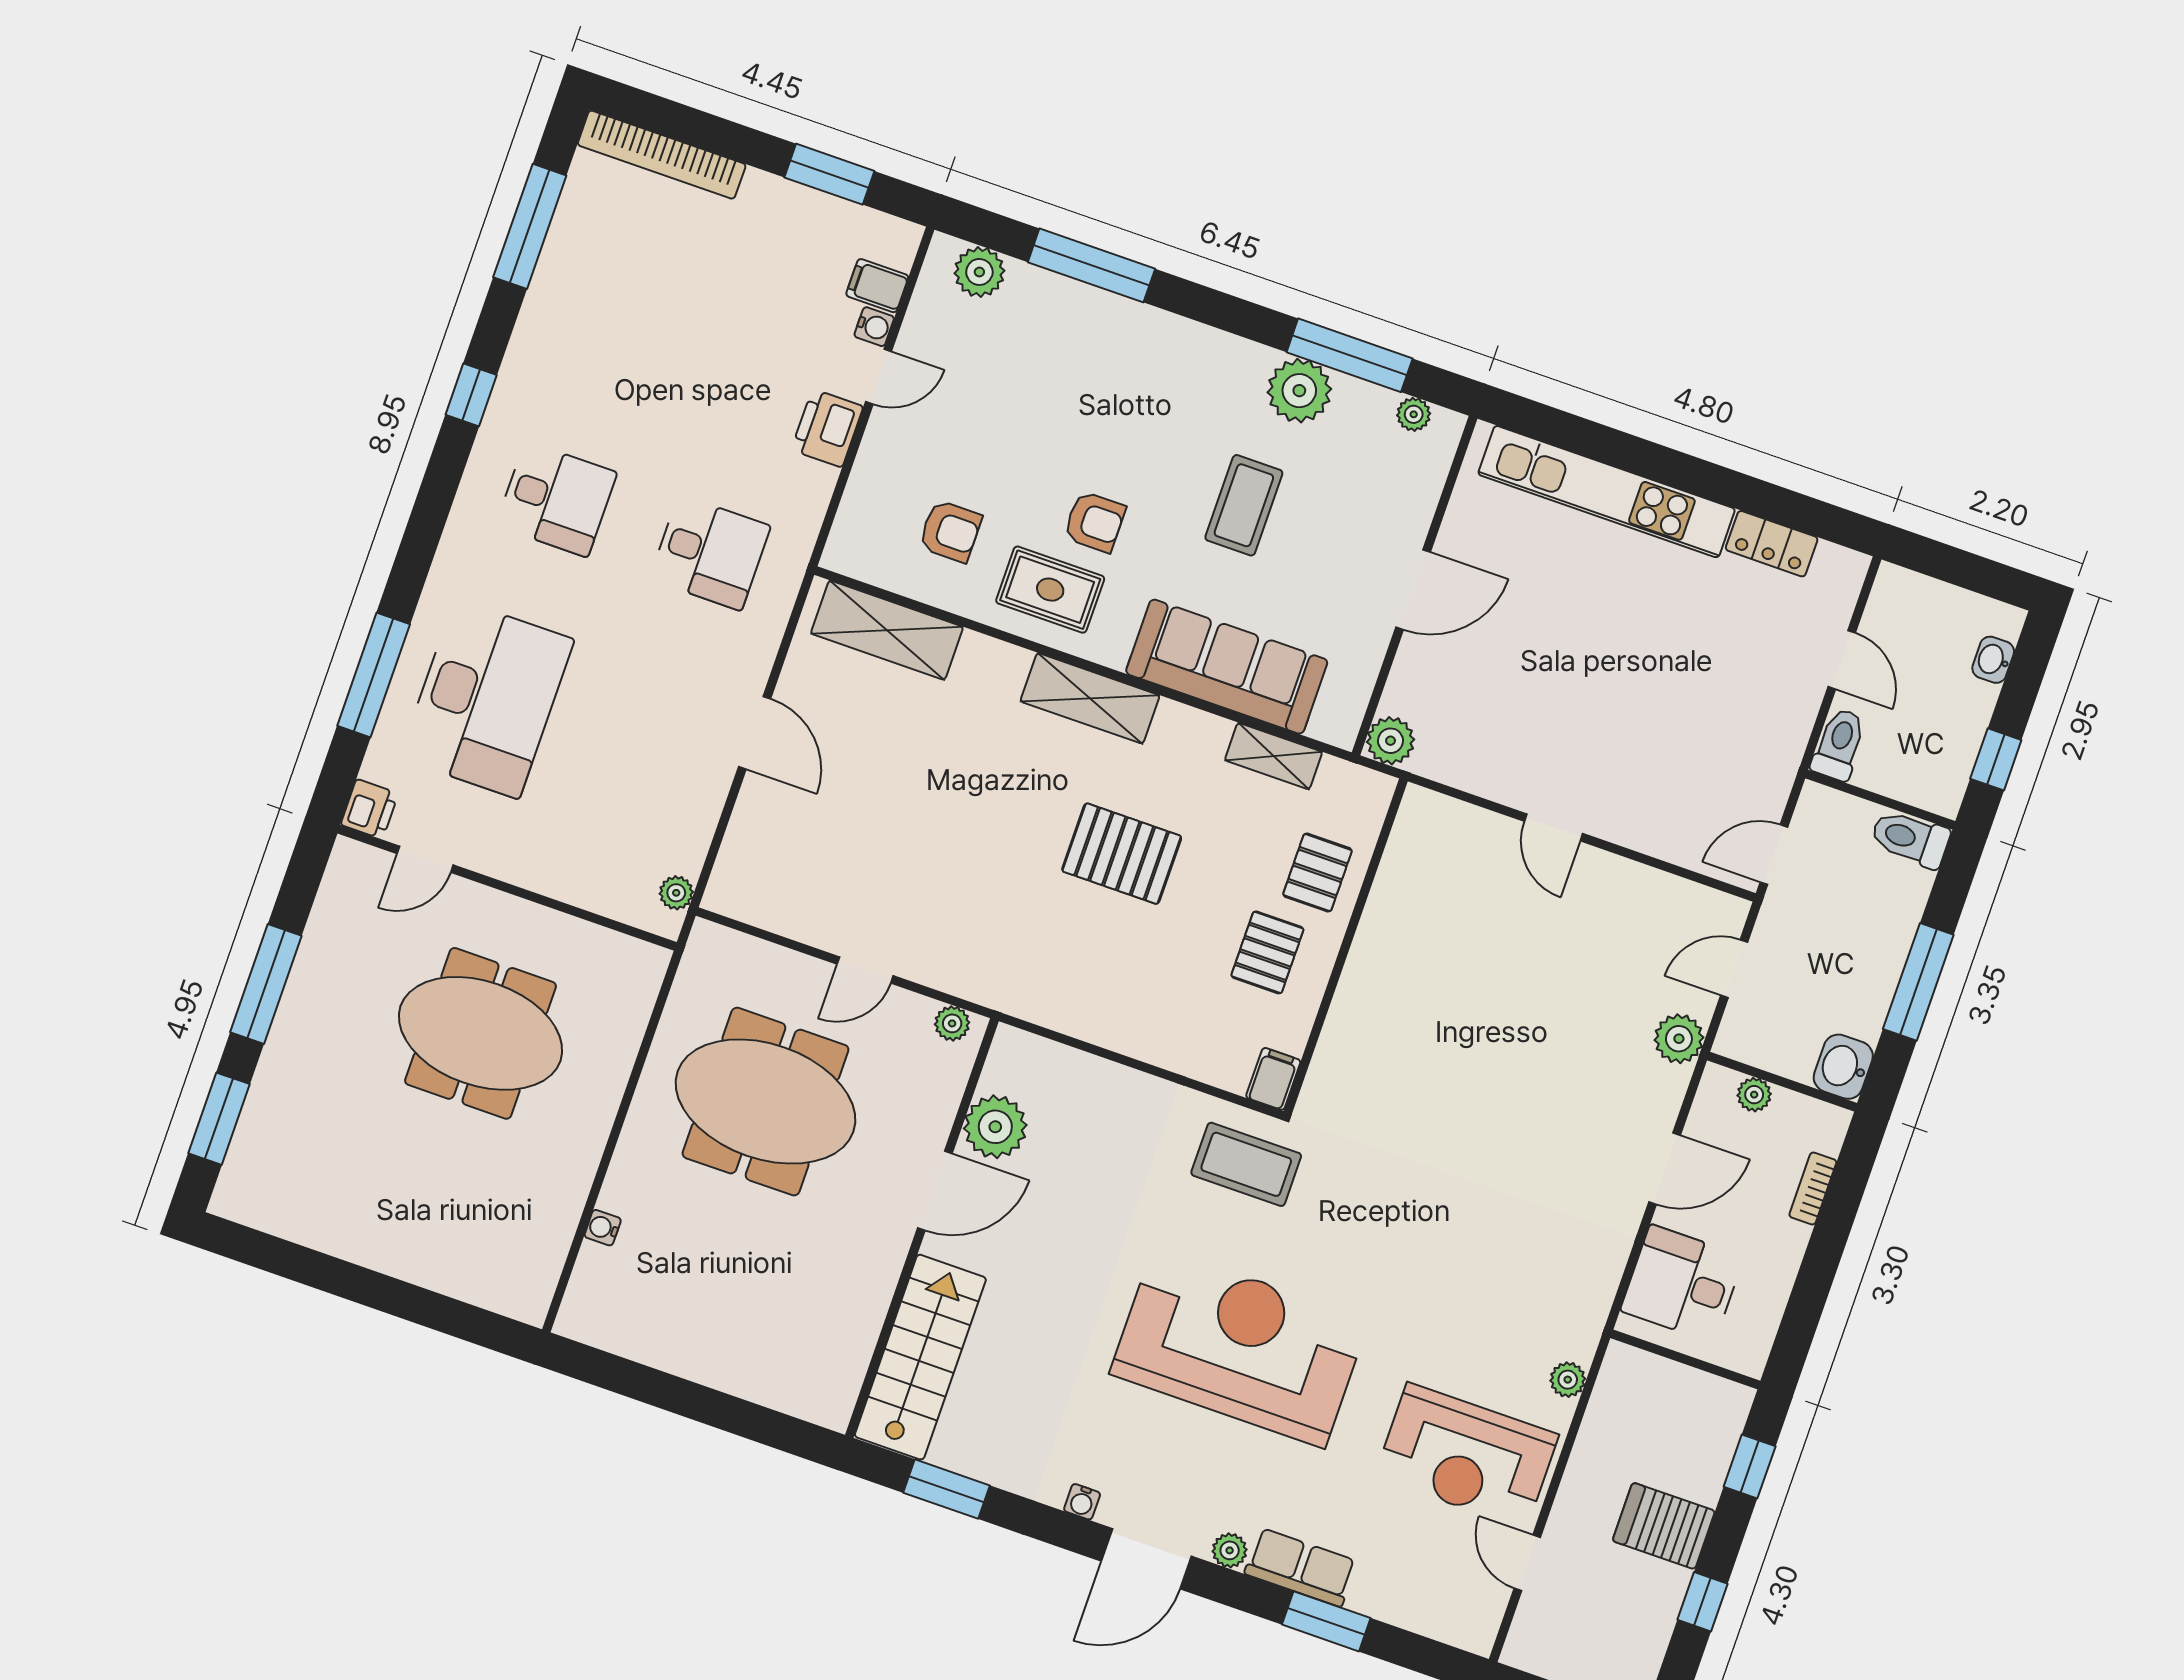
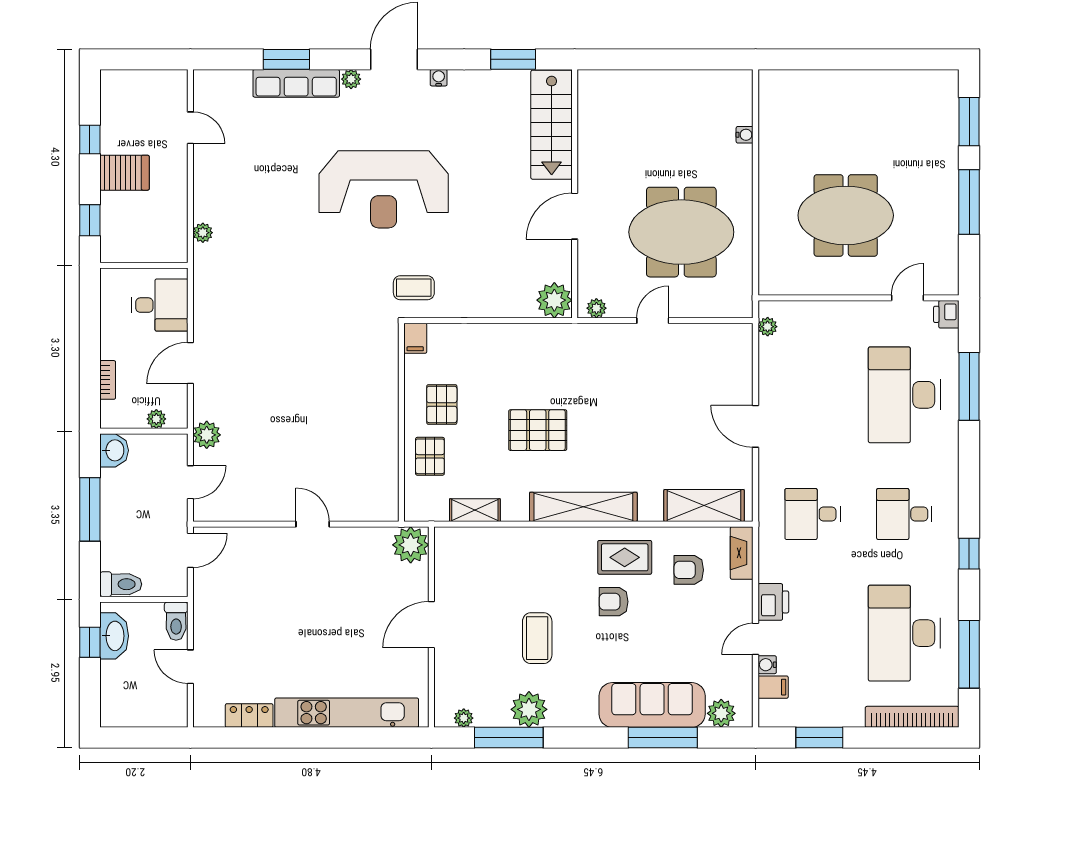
desk: (626, 299) -> (904, 633), added
fireplace: (852, 529) -> (742, 553), added
washbasin: (1993, 660) -> (114, 636), moved, width x1.91, depth x1.45
sofa: (1227, 667) -> (652, 705), moved, turned 180
shelving: (1090, 698) -> (583, 507), width x1.47
plant: (1391, 741) -> (411, 545), width x1.36, depth x1.36
plant: (995, 1127) -> (554, 300), moved
coffee table: (1246, 1164) -> (414, 288), width x0.73, depth x0.77
reception desk: (1467, 1456) -> (242, 173), removed
row of seats: (1301, 1567) -> (296, 83), width x1.48

